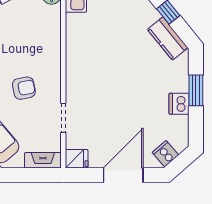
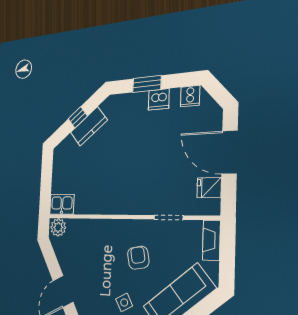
kitchen counter: (168, 39) -> (89, 126), moved
cooker: (165, 154) -> (190, 96), moved, turned -49
fridge: (77, 159) -> (209, 188), moved, turned -90

